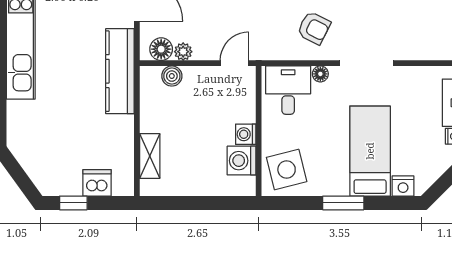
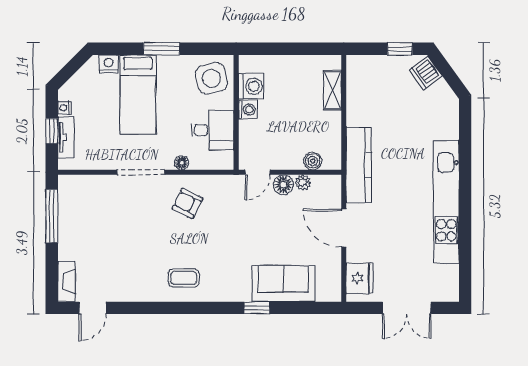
floor lamp: (161, 49) -> (283, 185), moved
desk: (288, 90) -> (212, 130), moved, turned -90
dishwasher: (97, 183) -> (426, 73), moved, turned 54

